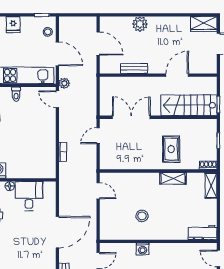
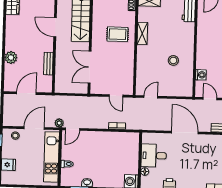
door: (98, 136) -> (116, 96), moved
washing machine: (143, 249) -> (201, 75), moved

